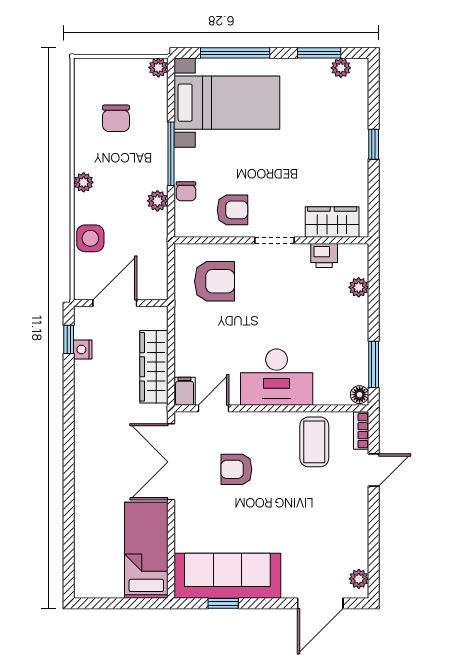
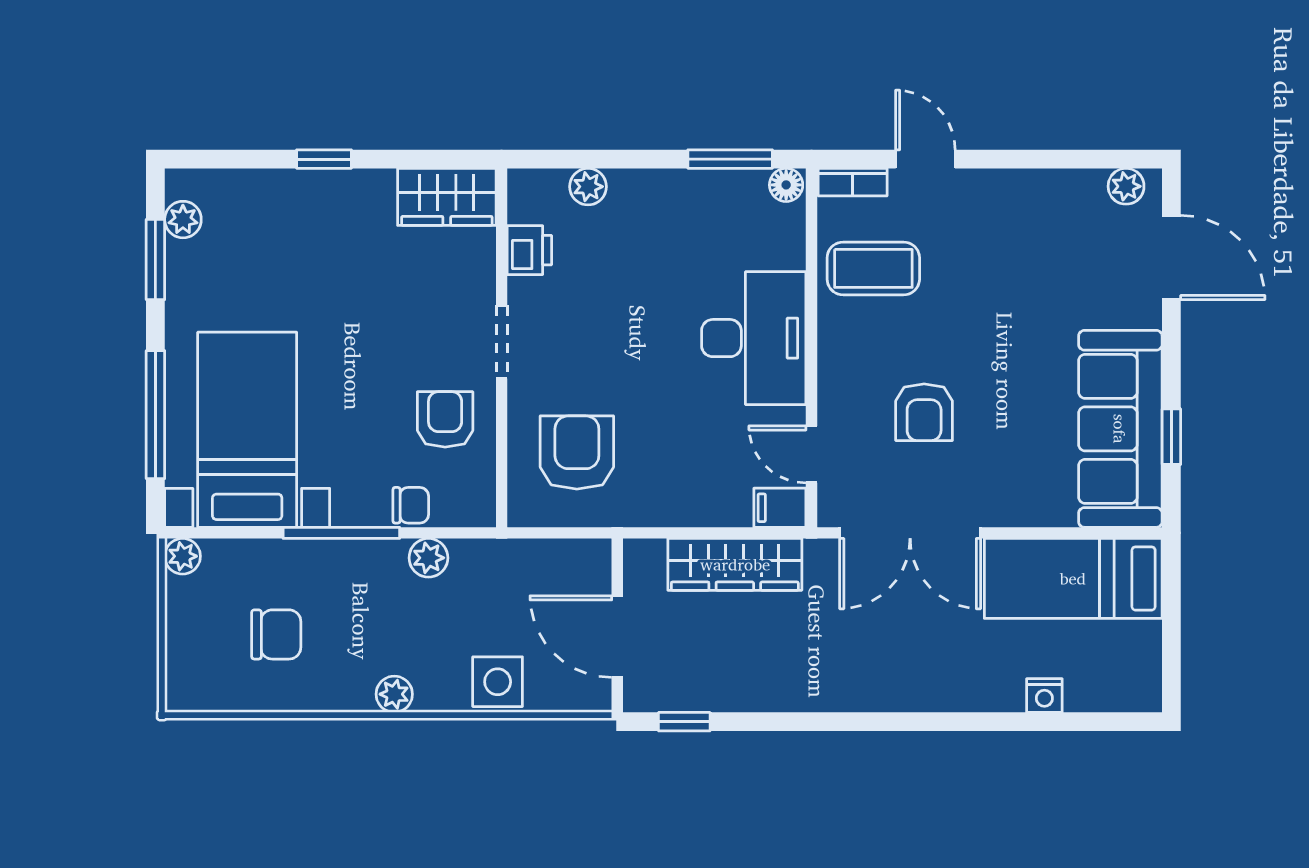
wardrobe: (332, 222) -> (447, 197), moved, turned -90
nightstand: (83, 349) -> (1044, 696), moved

